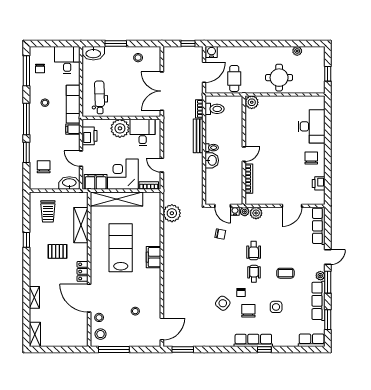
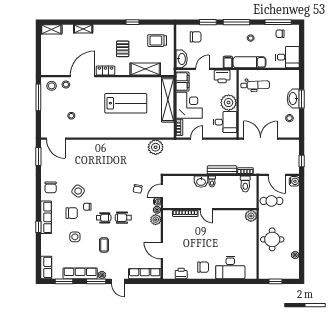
washbasin: (93, 53) -> (293, 99), moved
filing cabinet: (154, 257) -> (118, 131), removed
chair: (218, 335) -> (51, 187), added

